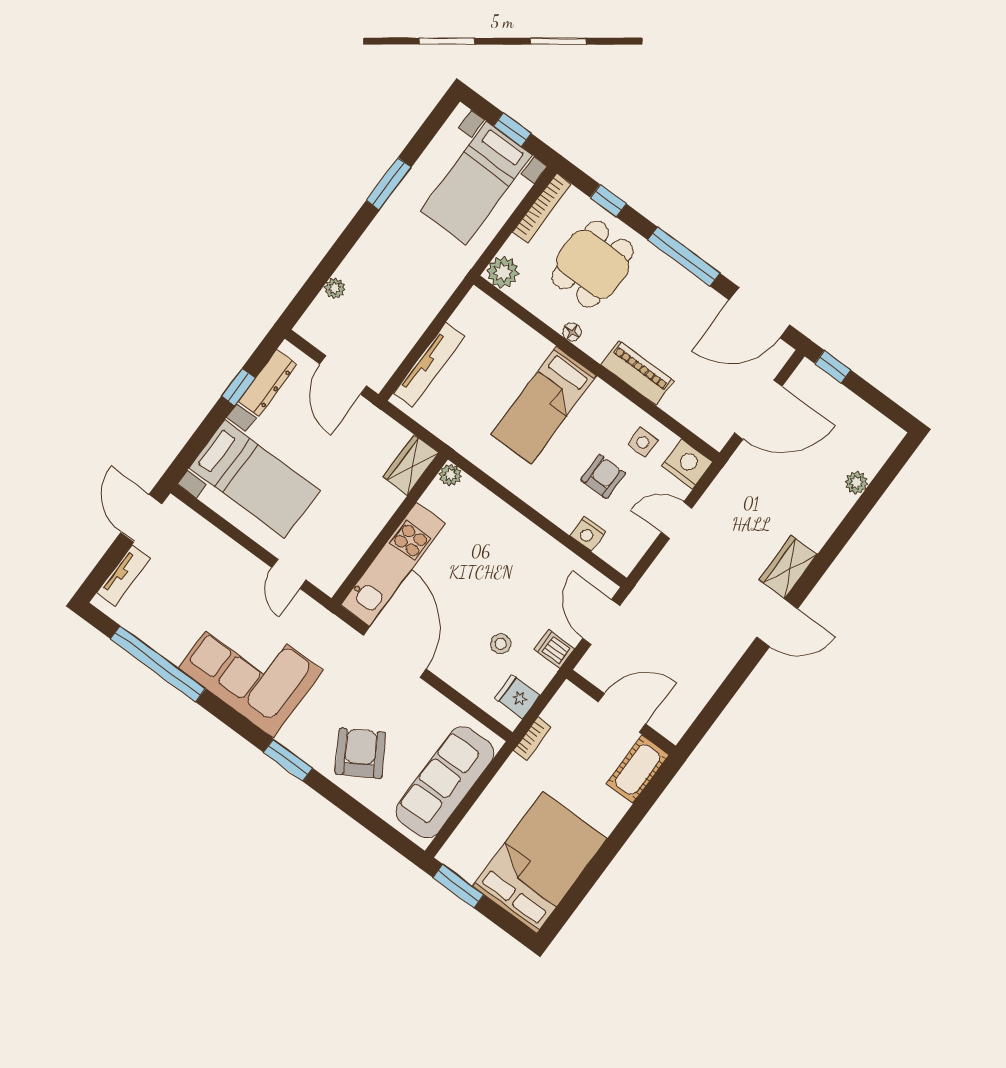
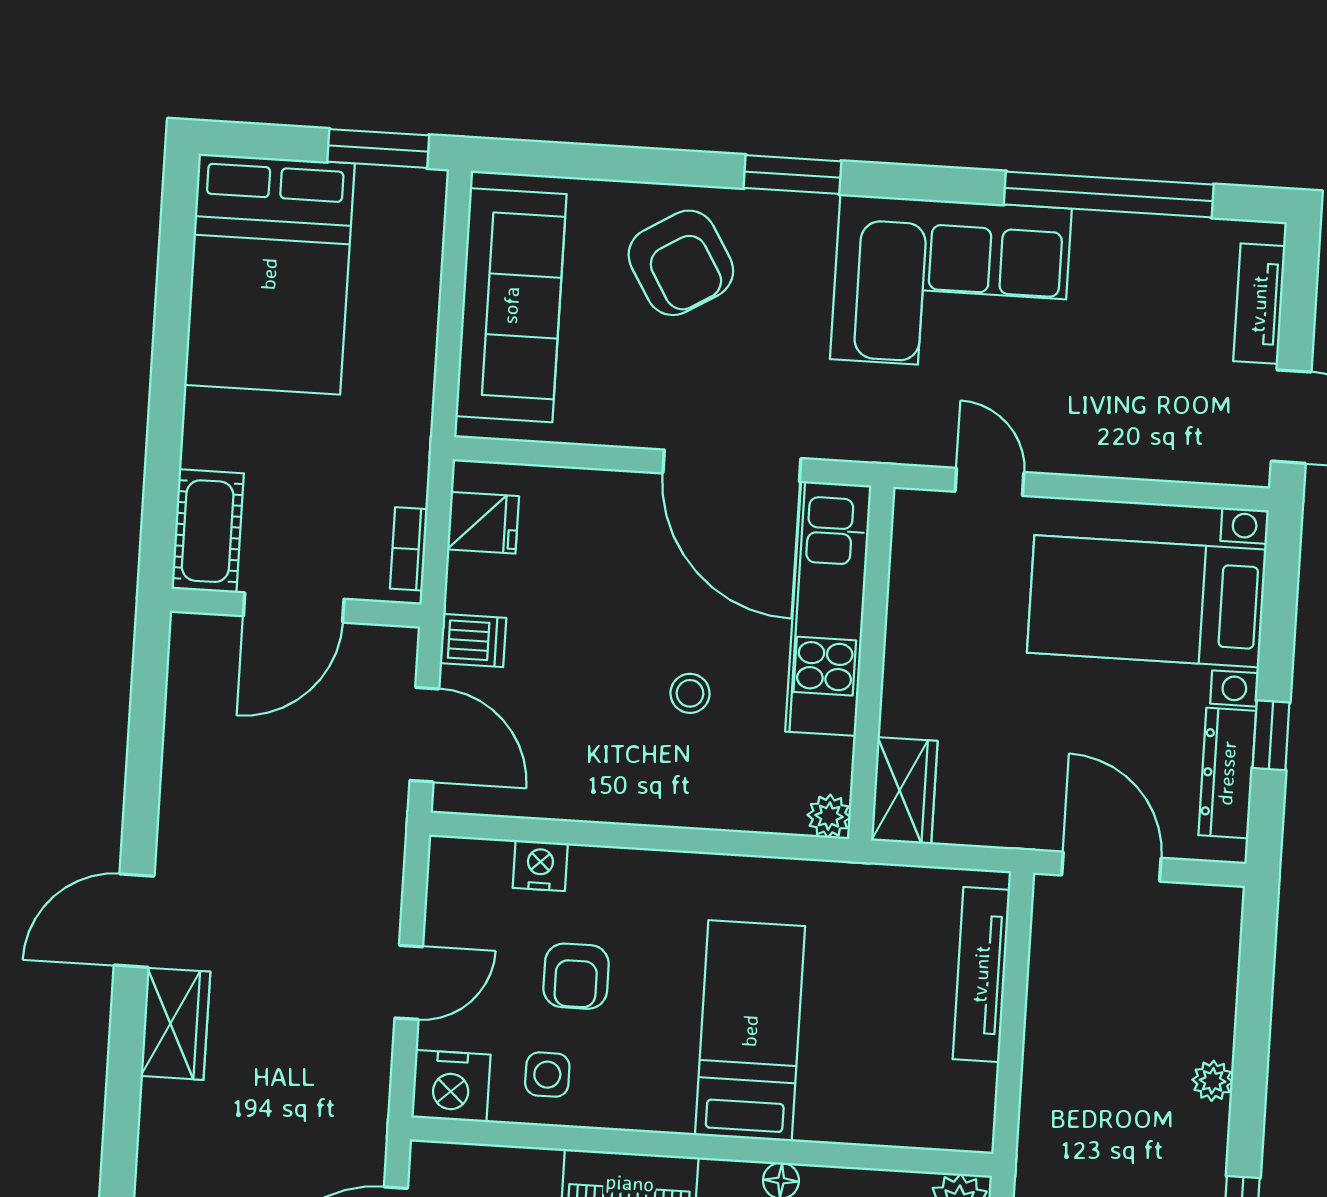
plant: (335, 288) -> (1213, 1081), moved
stool: (501, 644) -> (690, 693), moved
bookcase: (532, 739) -> (409, 549), moved

